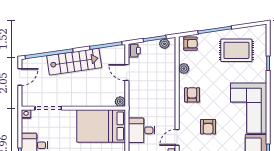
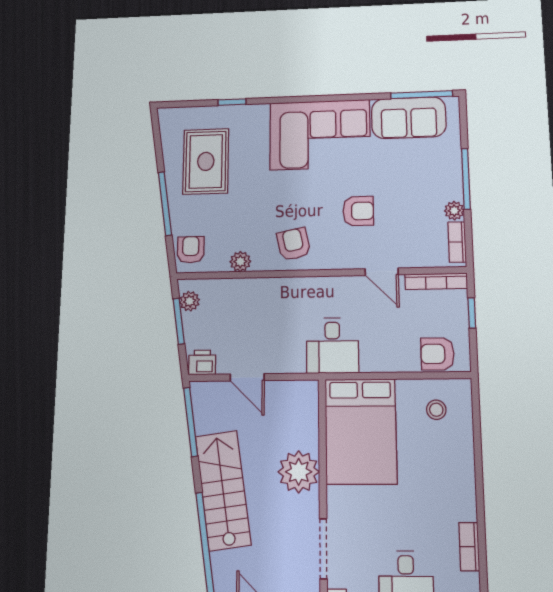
door: (127, 73) -> (247, 377), hinge flipped
armchair: (192, 95) -> (294, 244), turned 78
plant: (120, 102) -> (299, 472), moved, width x1.88, depth x1.88
desk: (142, 130) -> (332, 345), moved

